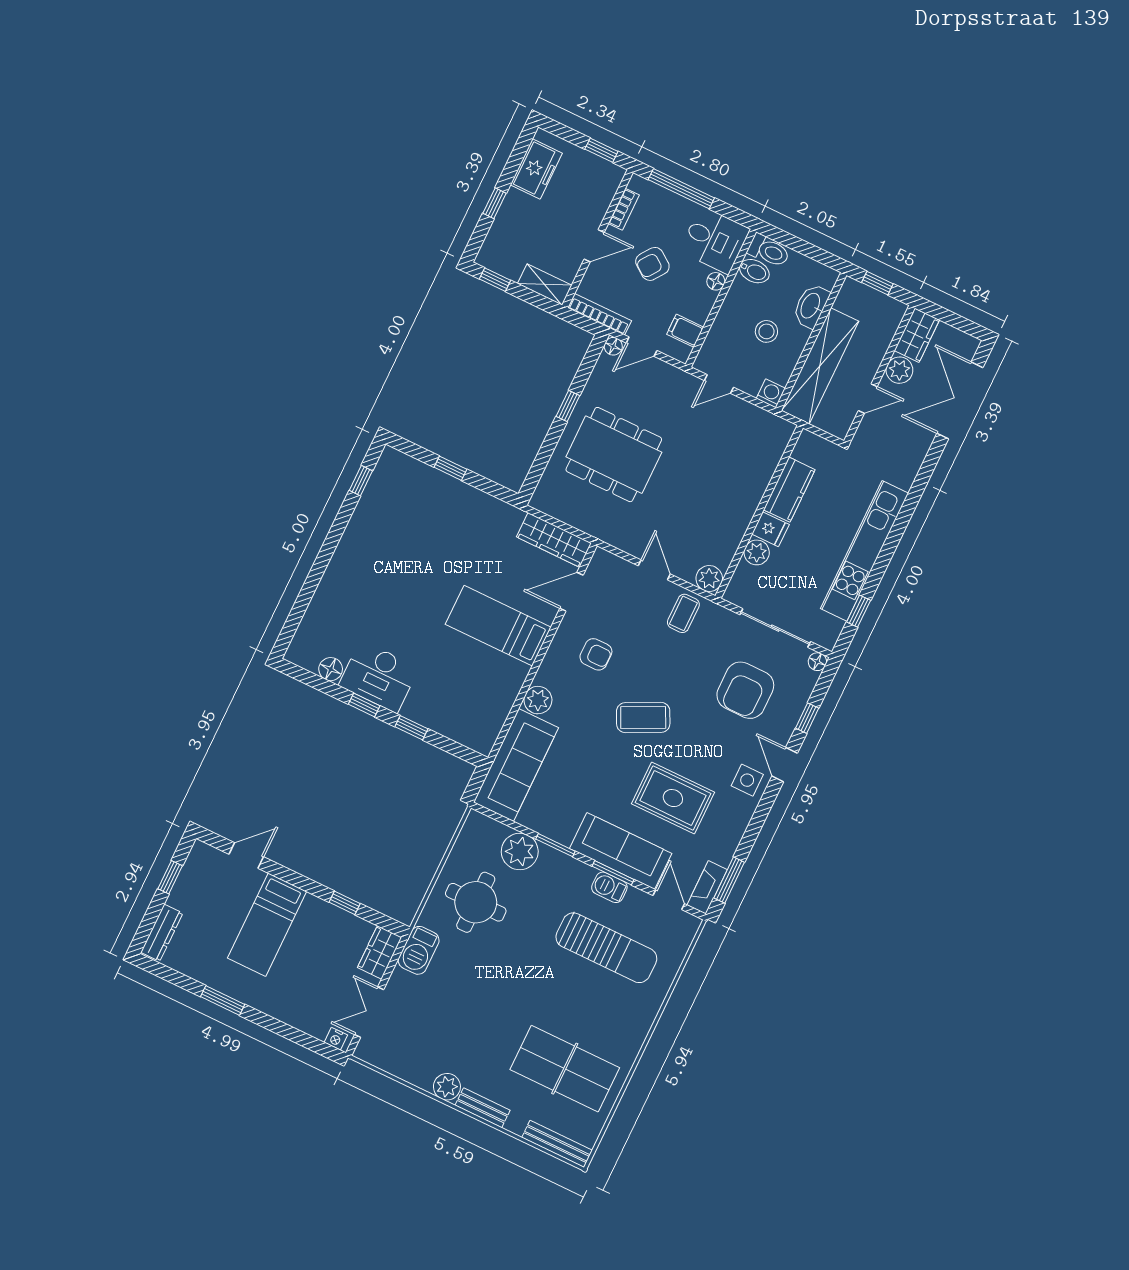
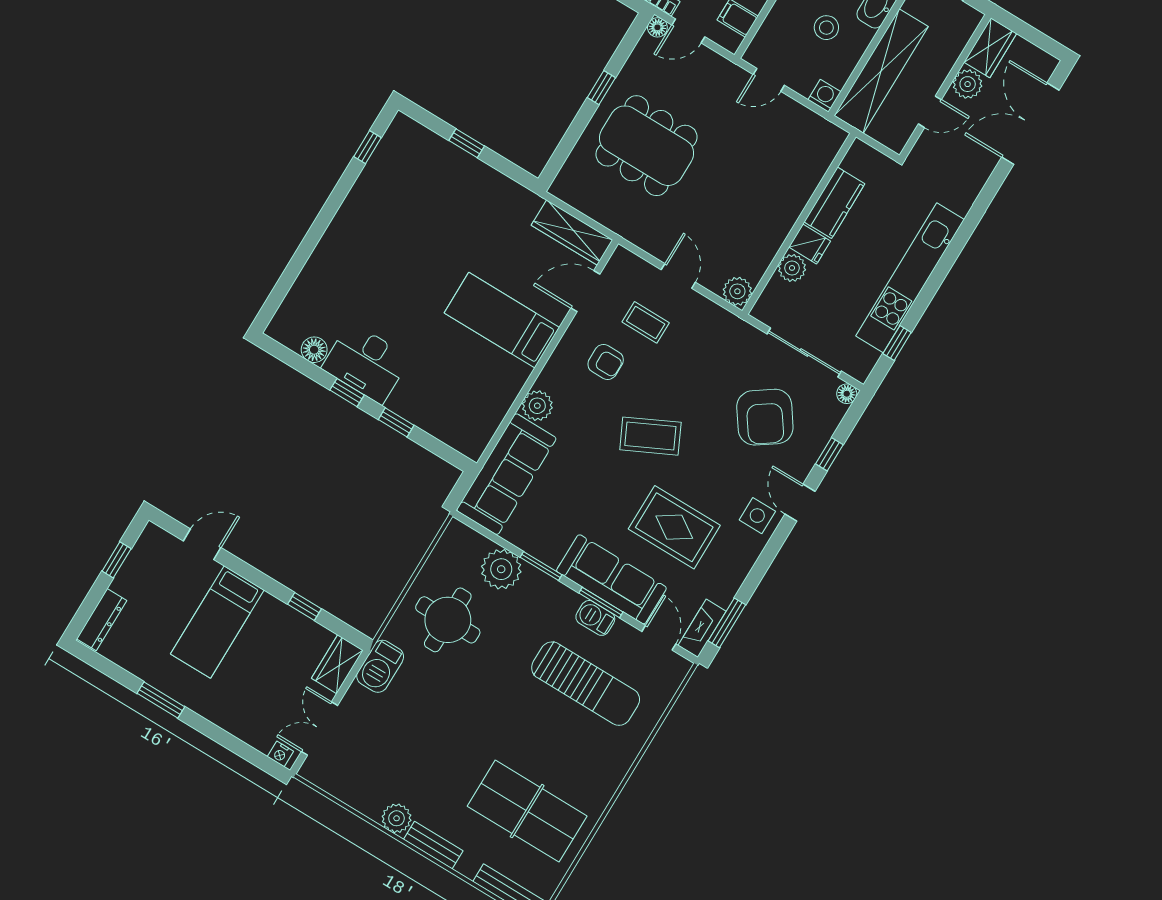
coffee table: (683, 613) -> (646, 322), moved, turned 90
armchair: (745, 690) -> (765, 417), turned -35

